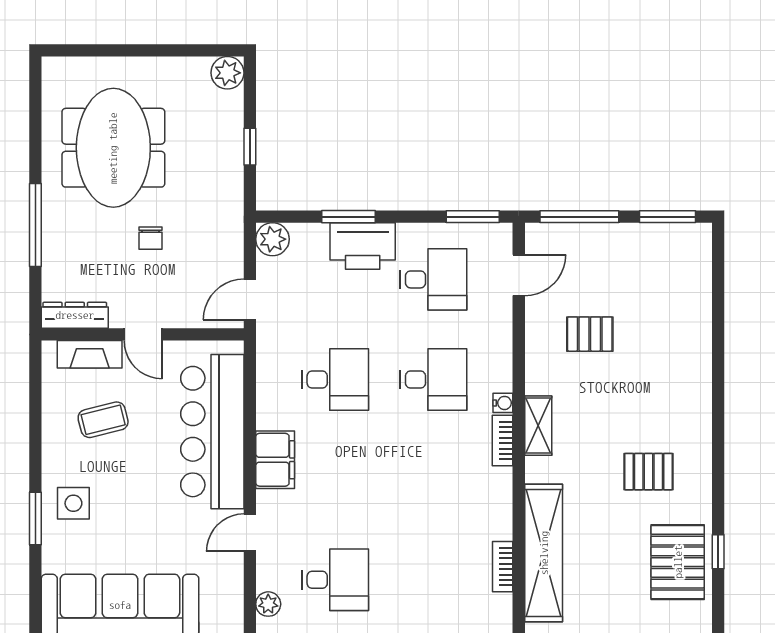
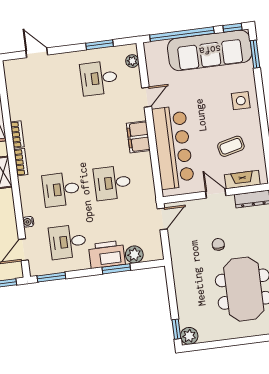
window: (250, 147) -> (176, 329), moved
plant: (272, 239) -> (134, 255), moved
water cooler: (503, 403) -> (28, 222), moved
window: (35, 519) -> (255, 54), moved
bookcase: (503, 567) -> (17, 134), moved

